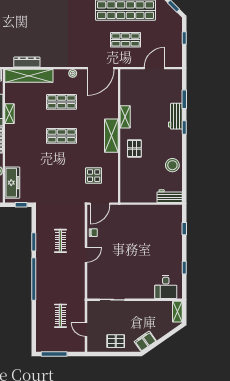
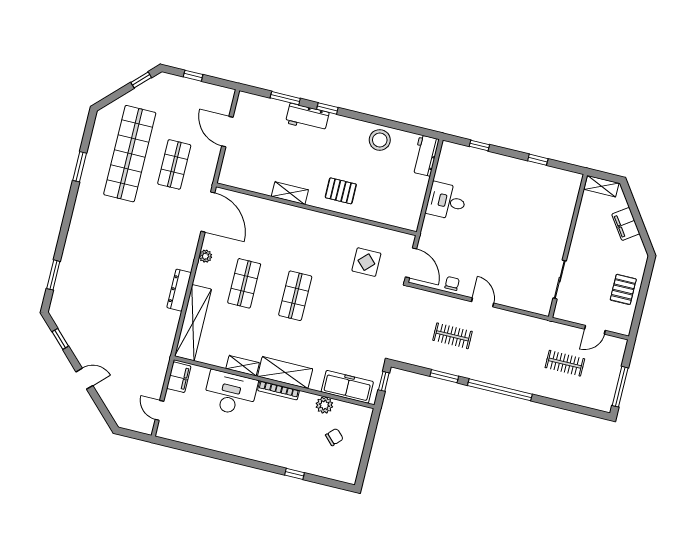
dresser: (27, 62) -> (179, 290), moved
shelving: (111, 136) -> (285, 373), moved
desk: (166, 287) -> (446, 201), moved, turned 180
filing cabinet: (145, 341) -> (626, 224), moved

